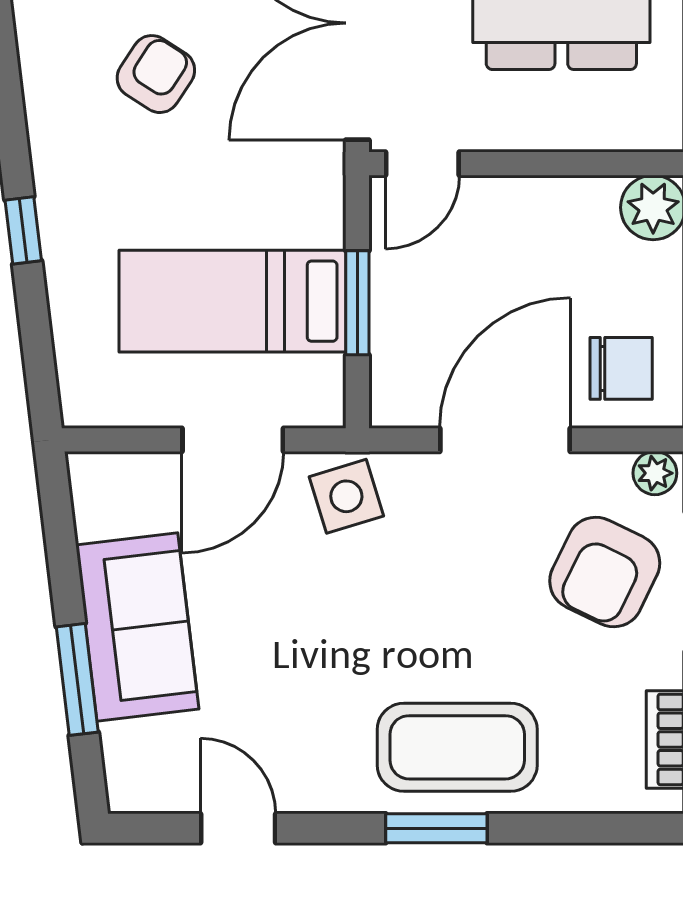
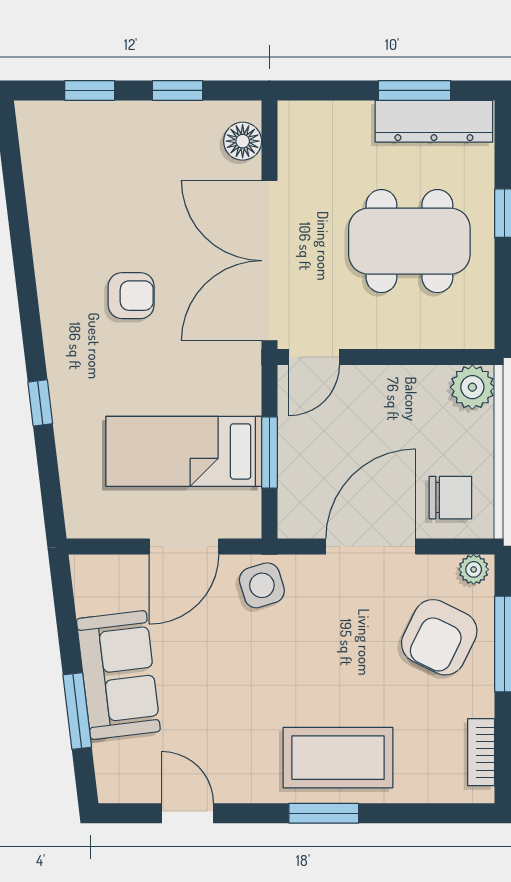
armchair: (156, 74) -> (131, 296), turned 57

